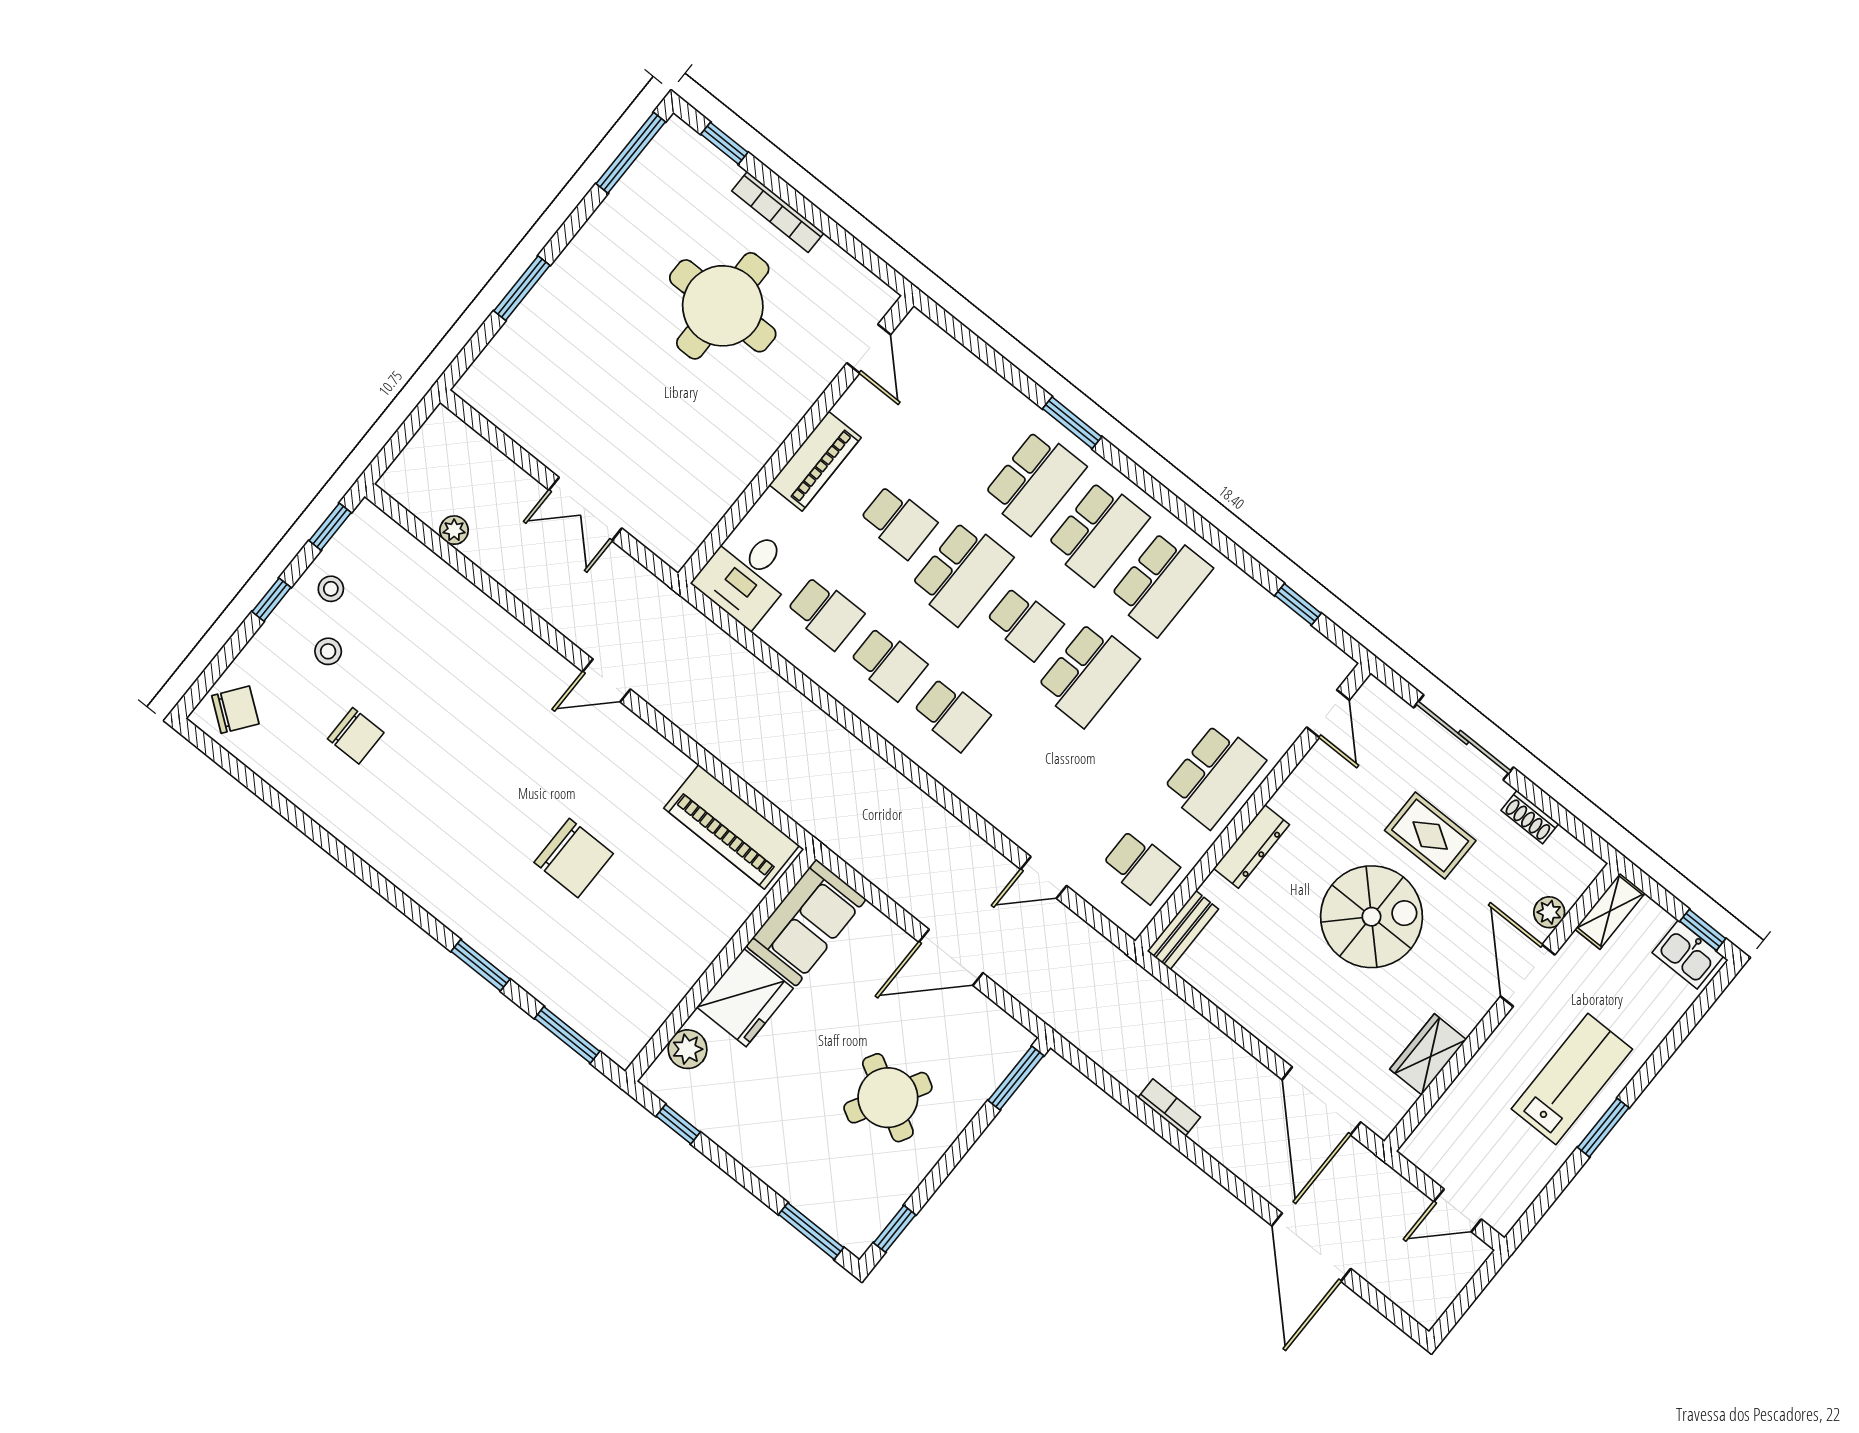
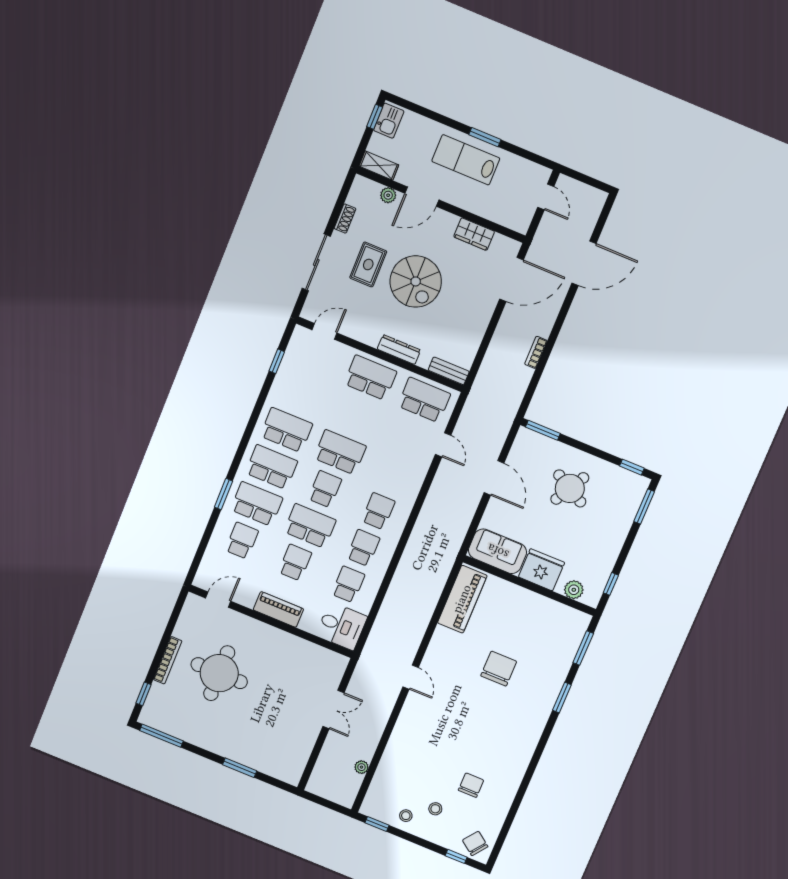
school desk: (971, 431) -> (242, 541), added
window: (271, 600) -> (456, 856), moved
school desk: (1141, 866) -> (424, 400), width x1.85
spiral stairs: (1371, 917) -> (416, 281), turned 180

